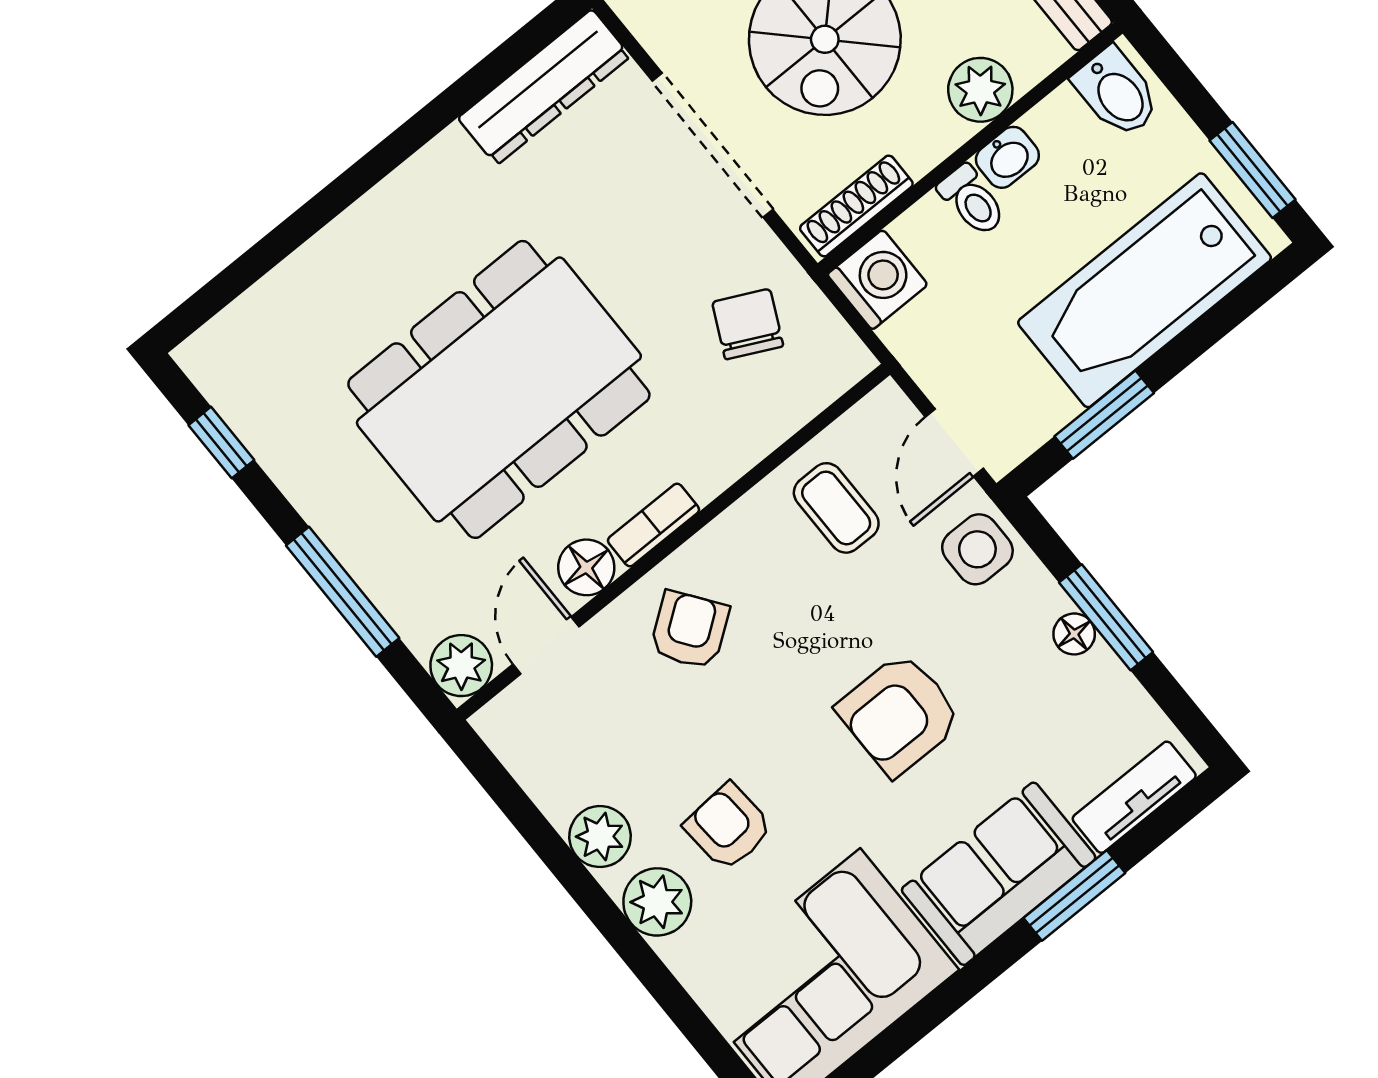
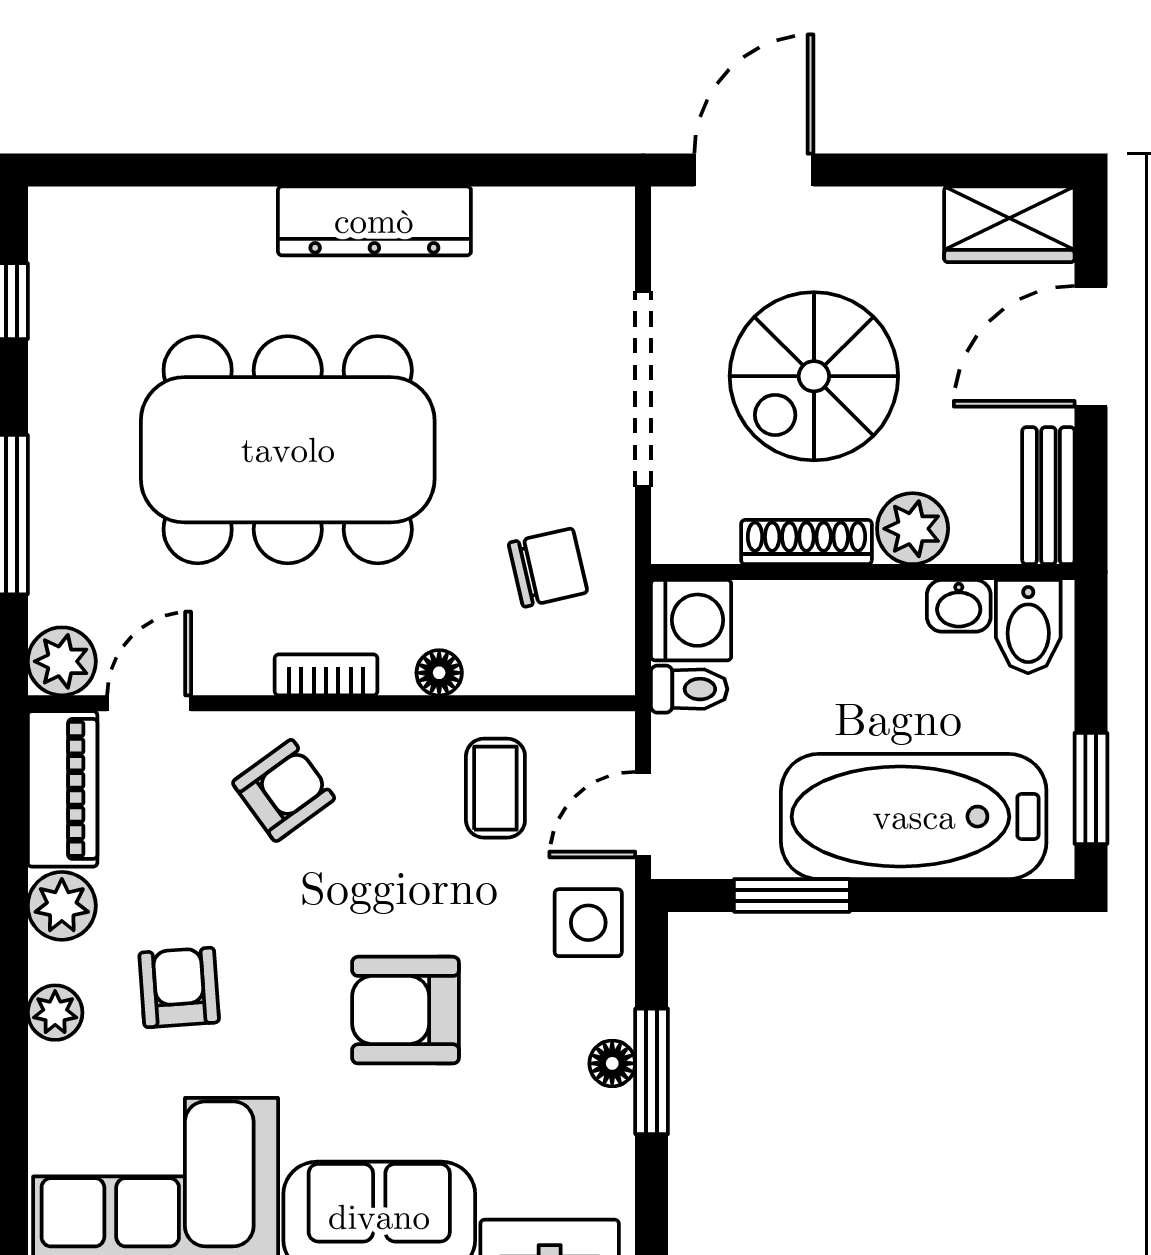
dresser: (544, 87) -> (374, 221), moved
washbasin: (1007, 157) -> (959, 606), moved
toilet: (972, 200) -> (689, 689), moved, turned -90
shoe rack: (856, 206) -> (806, 542), moved
chair: (748, 324) -> (548, 568), turned 51
floor lamp: (586, 567) -> (439, 673), moved, width x0.73, depth x0.73
piano: (534, 754) -> (63, 789), added
plant: (657, 902) -> (55, 1013), width x0.73, depth x0.73

